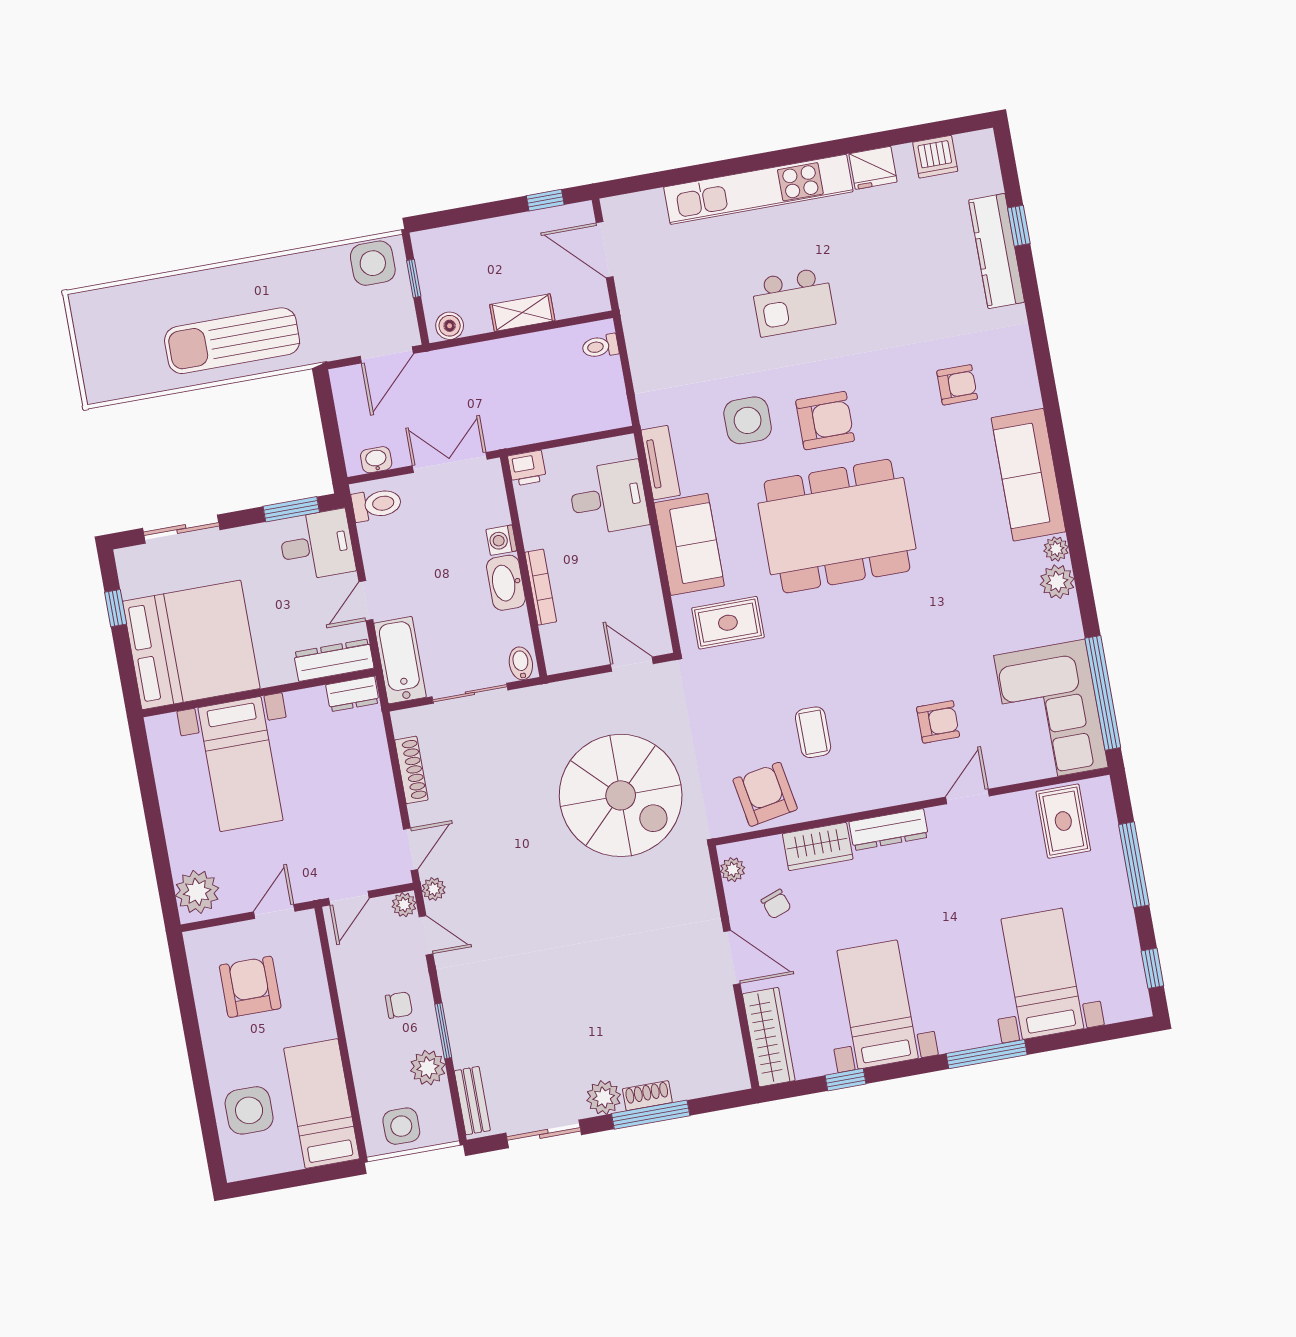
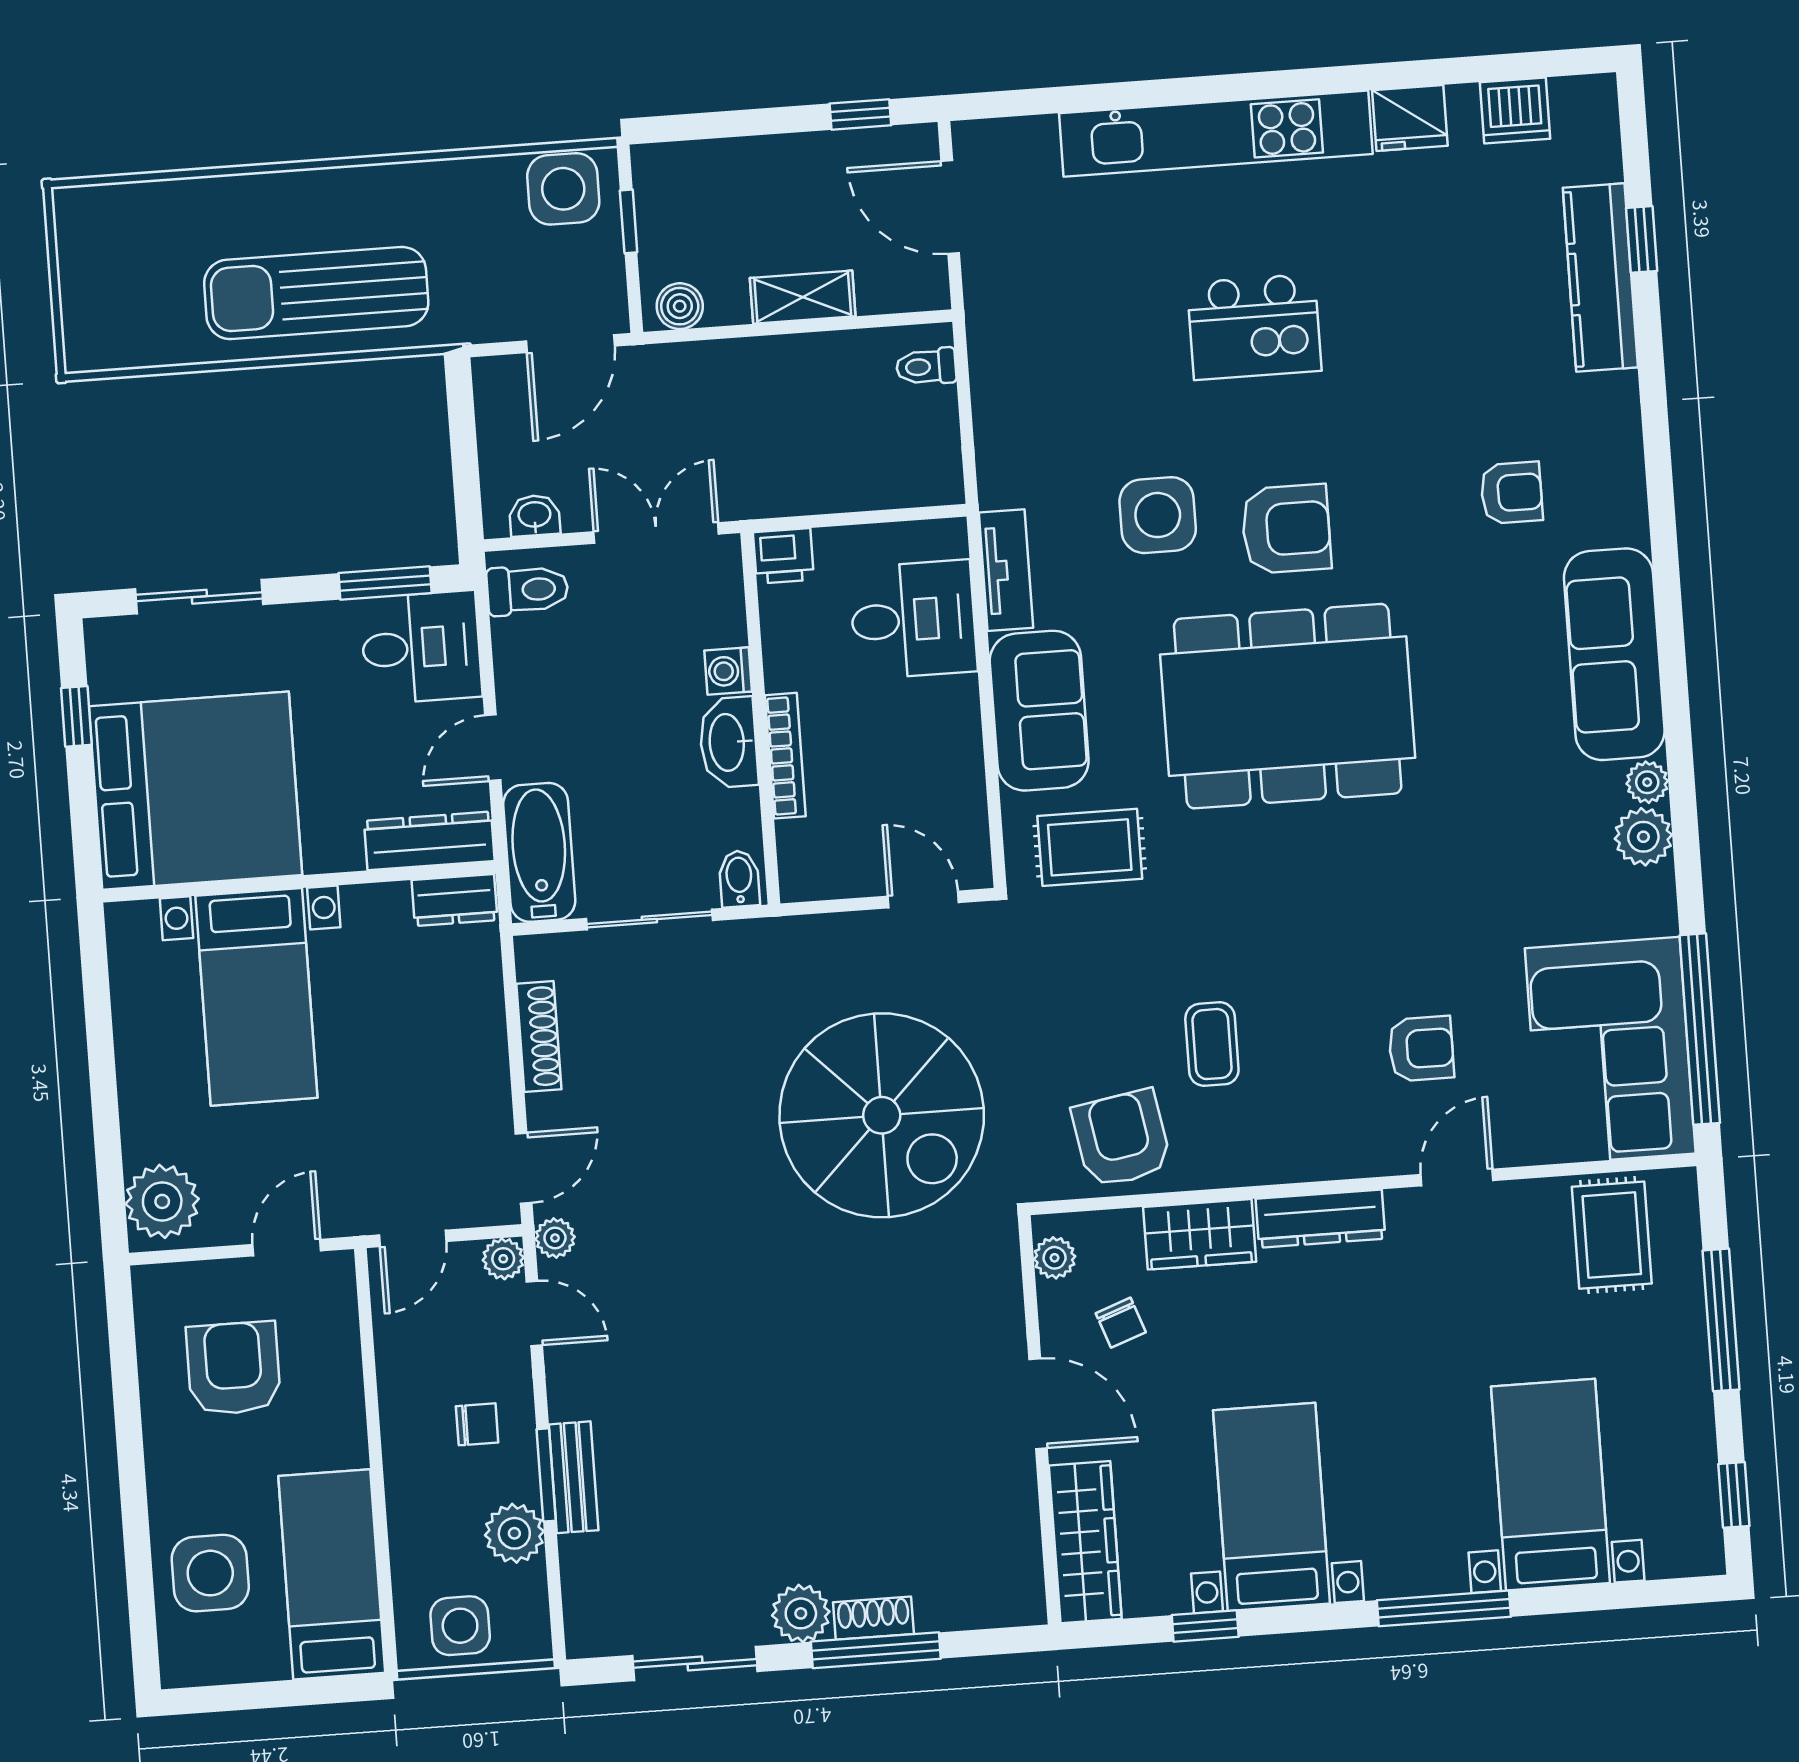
bench: (472, 1101) -> (574, 1477), moved

